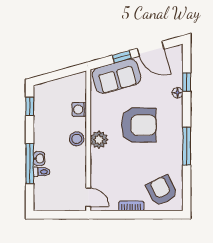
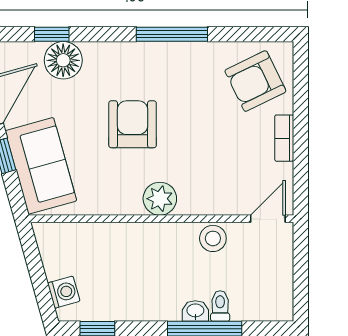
floor lamp: (178, 93) -> (63, 60), width x1.89, depth x1.89
washing machine: (79, 109) -> (64, 292), moved, turned -106
armchair: (139, 125) -> (133, 124), width x0.73, depth x0.73
stool: (77, 139) -> (213, 238), moved

